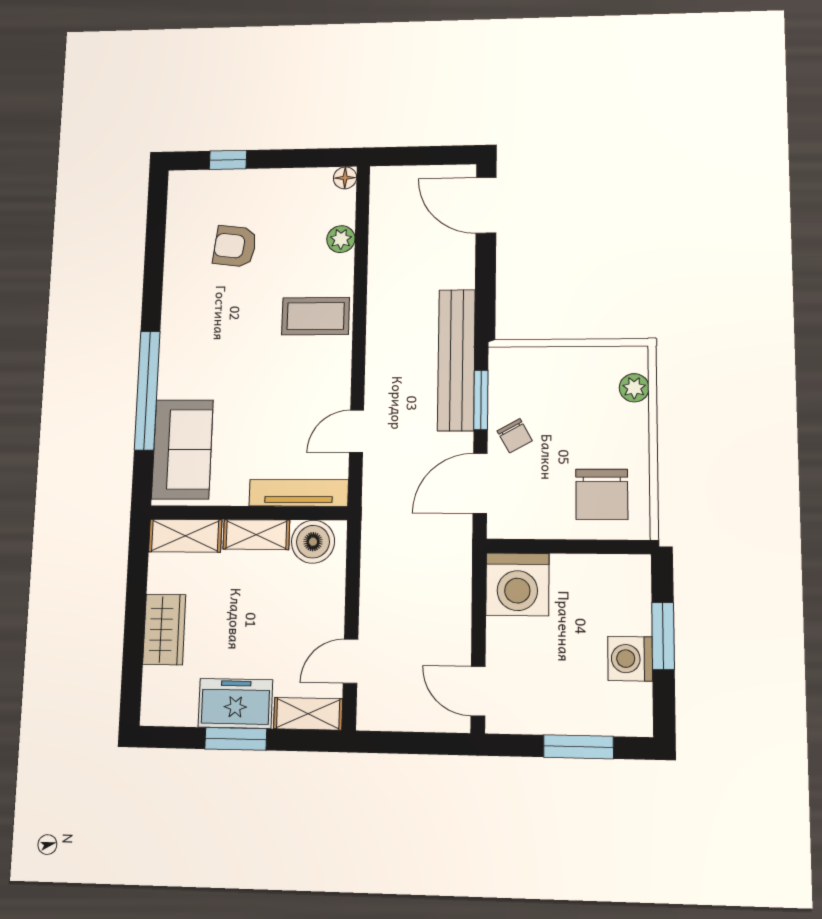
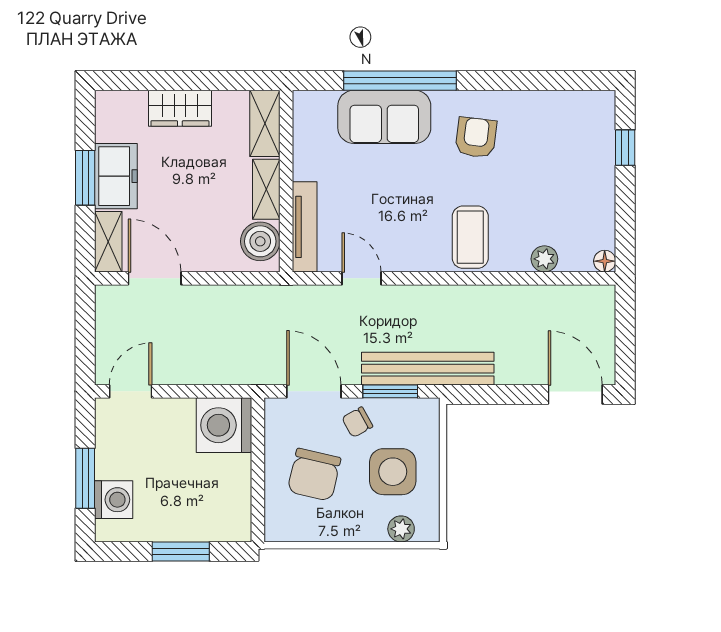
door: (486, 205) -> (575, 395), hinge flipped
armchair: (235, 246) -> (476, 138), moved
side table: (570, 397) -> (393, 472), added
sofa: (182, 449) -> (384, 117), moved
chair: (602, 494) -> (314, 475), moved, turned -77
washing machine: (630, 659) -> (114, 500), moved, turned 90
door: (351, 661) -> (155, 278), width x1.37

